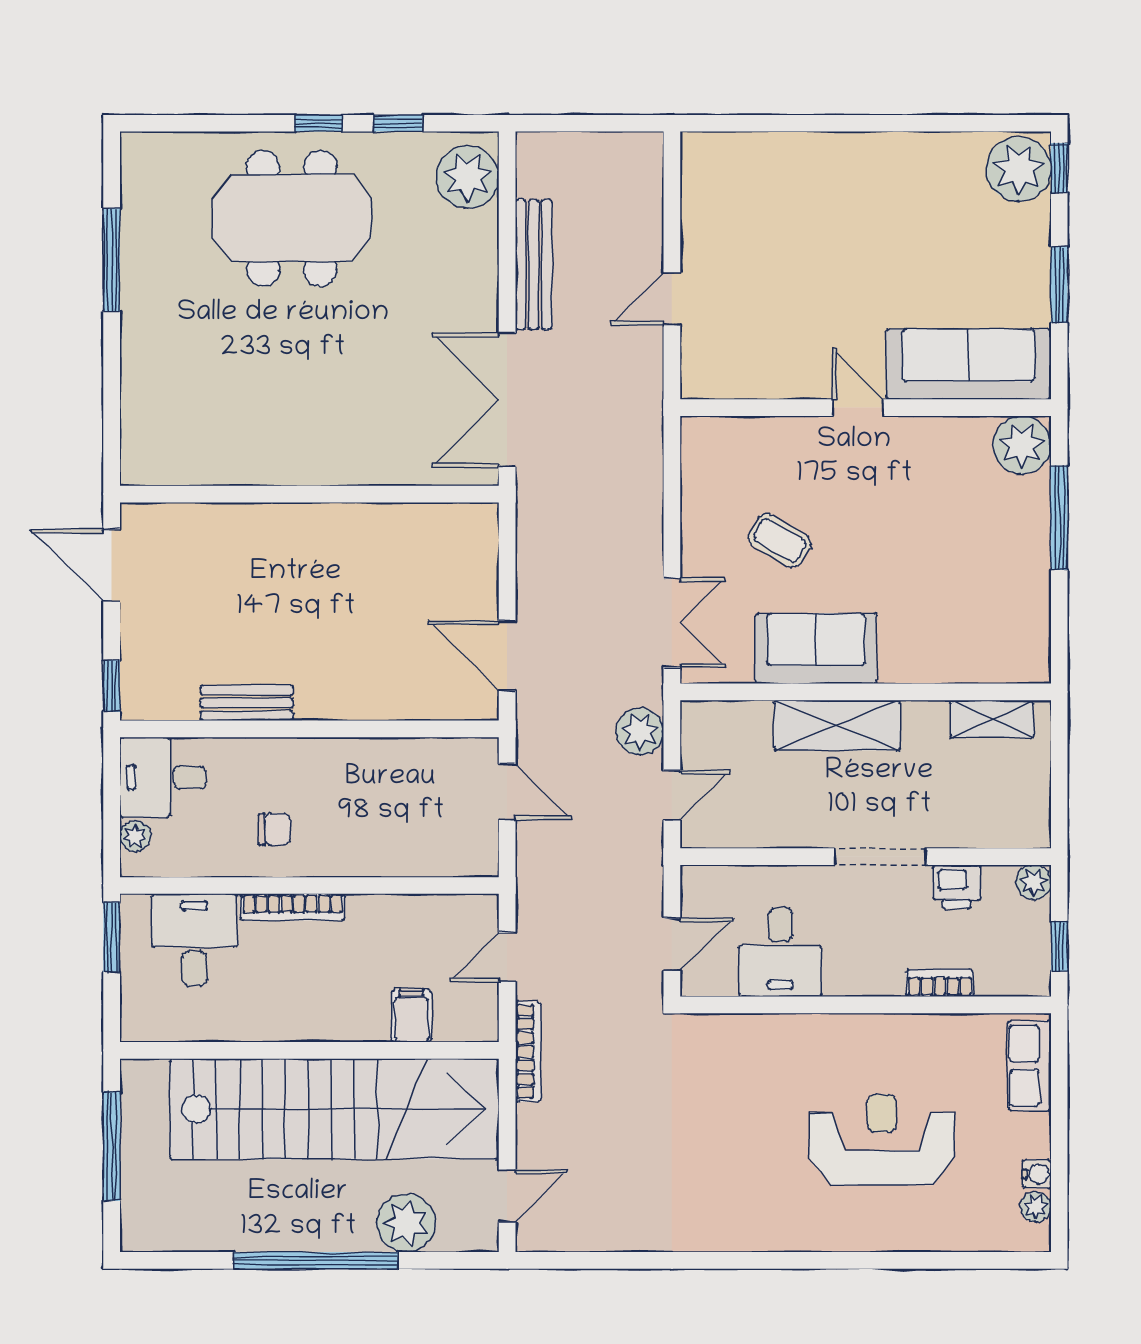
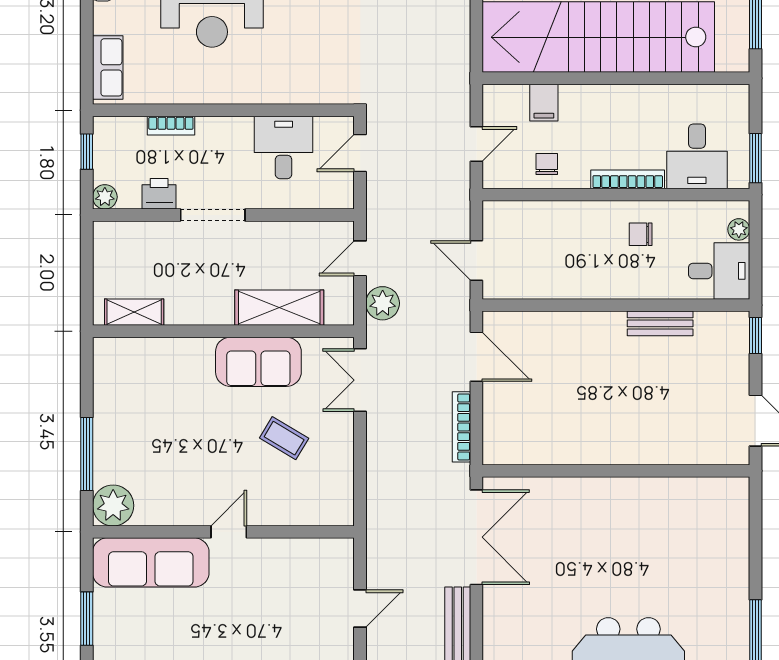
door: (858, 408) -> (229, 532), swing flipped
shelving: (837, 725) -> (279, 308), moved
chair: (407, 929) -> (547, 164), added
bookcase: (528, 1052) -> (461, 427), moved

